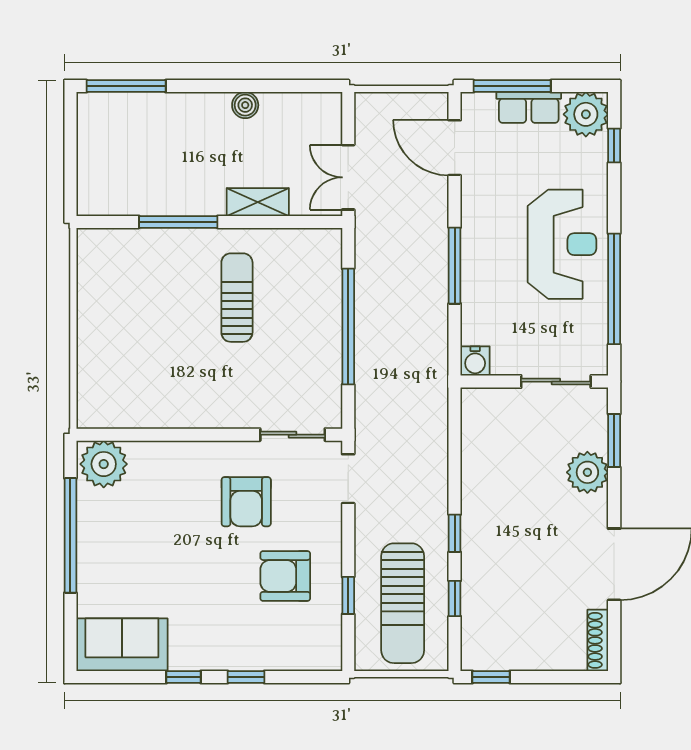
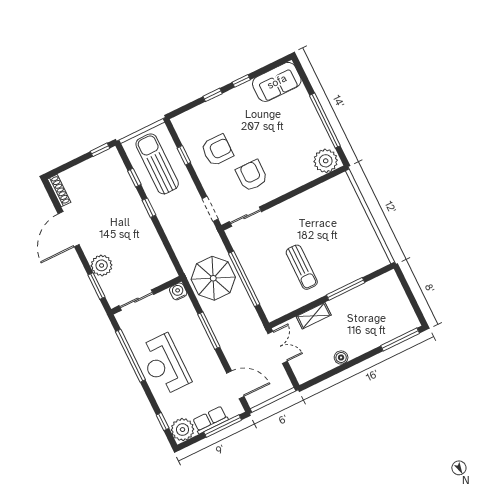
parasol: (402, 354) -> (213, 278), added

